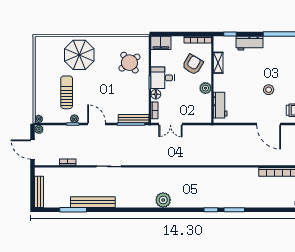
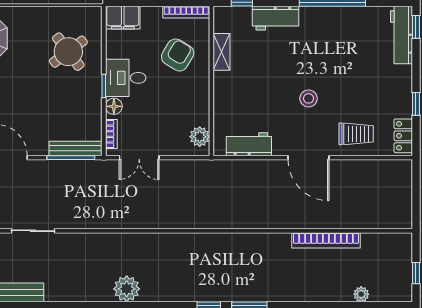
plant: (205, 88) -> (200, 137), moved
workbench: (220, 105) -> (249, 144), moved, turned -90

